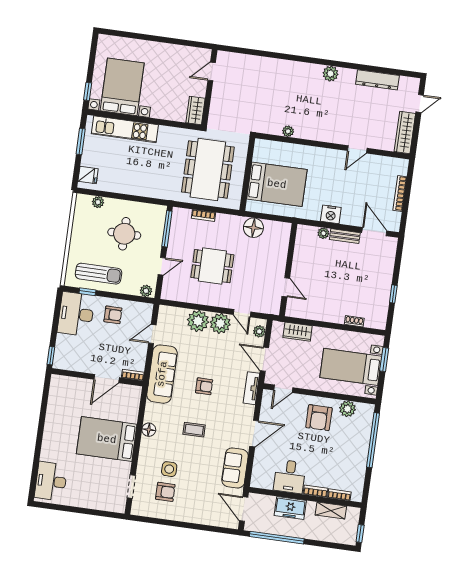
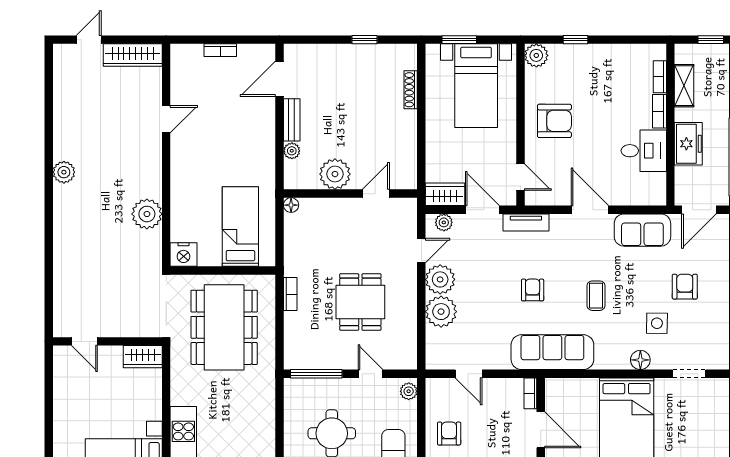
dresser: (377, 80) -> (64, 104), removed
door: (420, 103) -> (89, 40), hinge flipped
plant: (288, 131) -> (147, 214), width x1.87, depth x1.87
door: (357, 149) -> (166, 119), hinge flipped
dining table: (208, 170) -> (224, 327), turned 90
bed: (277, 184) -> (240, 226), width x0.67
bookcase: (400, 193) -> (220, 50), width x0.64
nightstand: (331, 214) -> (183, 255), moved, turned 90
bookcase: (203, 215) -> (290, 294), moved
floor lamp: (253, 228) -> (291, 205), moved, width x0.53, depth x0.53
plant: (303, 261) -> (335, 174), added
shoe rack: (354, 321) -> (411, 90), width x1.43
wardrobe: (298, 332) -> (445, 194), moved, turned -90
door: (264, 359) -> (482, 210), swing flipped
sofa: (162, 374) -> (552, 352), moved
plant: (348, 409) -> (536, 55), moved
floor lamp: (149, 430) -> (640, 360), moved
window: (373, 440) -> (576, 40), width x0.32
armchair: (165, 492) -> (685, 287), moved

